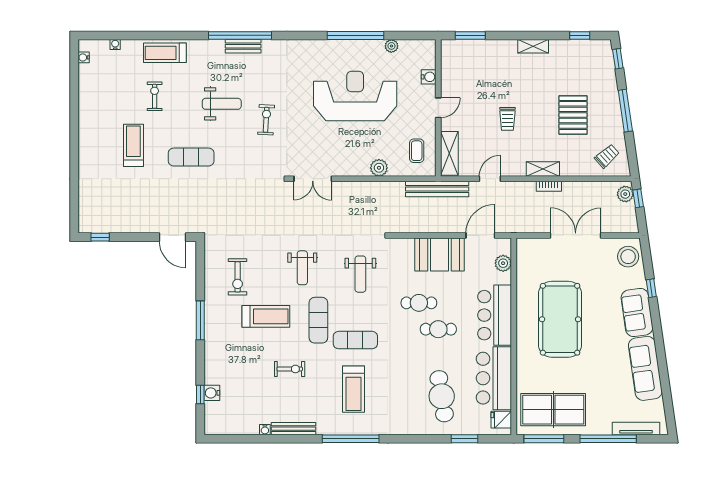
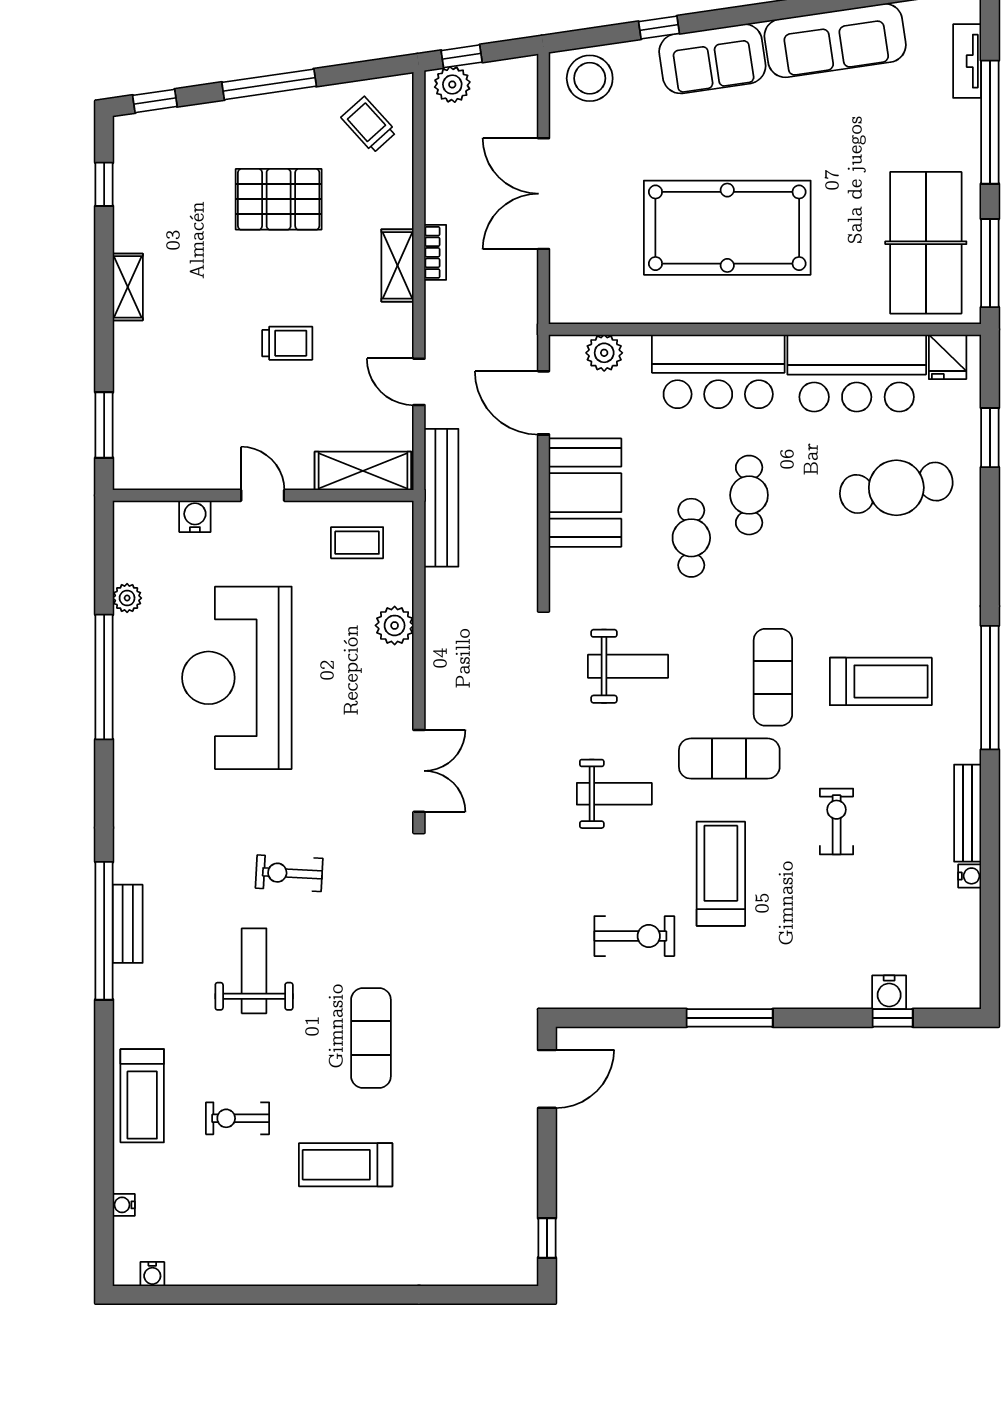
tv unit: (636, 428) -> (967, 61), width x0.71

